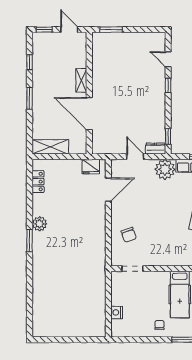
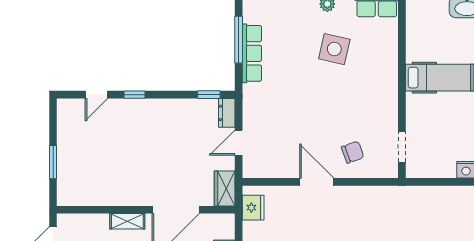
window: (111, 30) -> (53, 162), moved
wardrobe: (104, 147) -> (225, 188), added
plant: (165, 169) -> (257, 99), removed
door: (108, 190) -> (317, 182), moved

